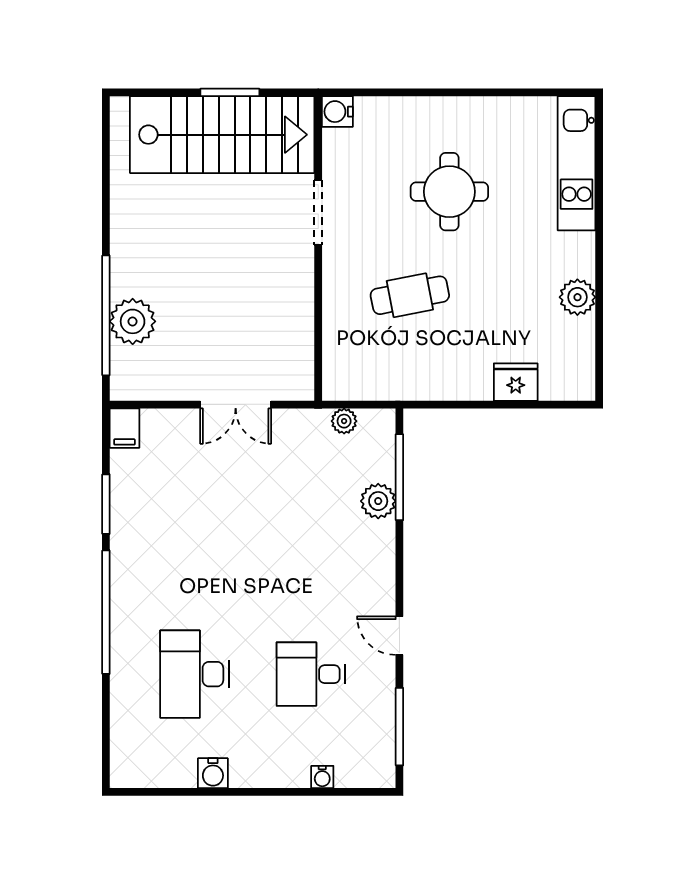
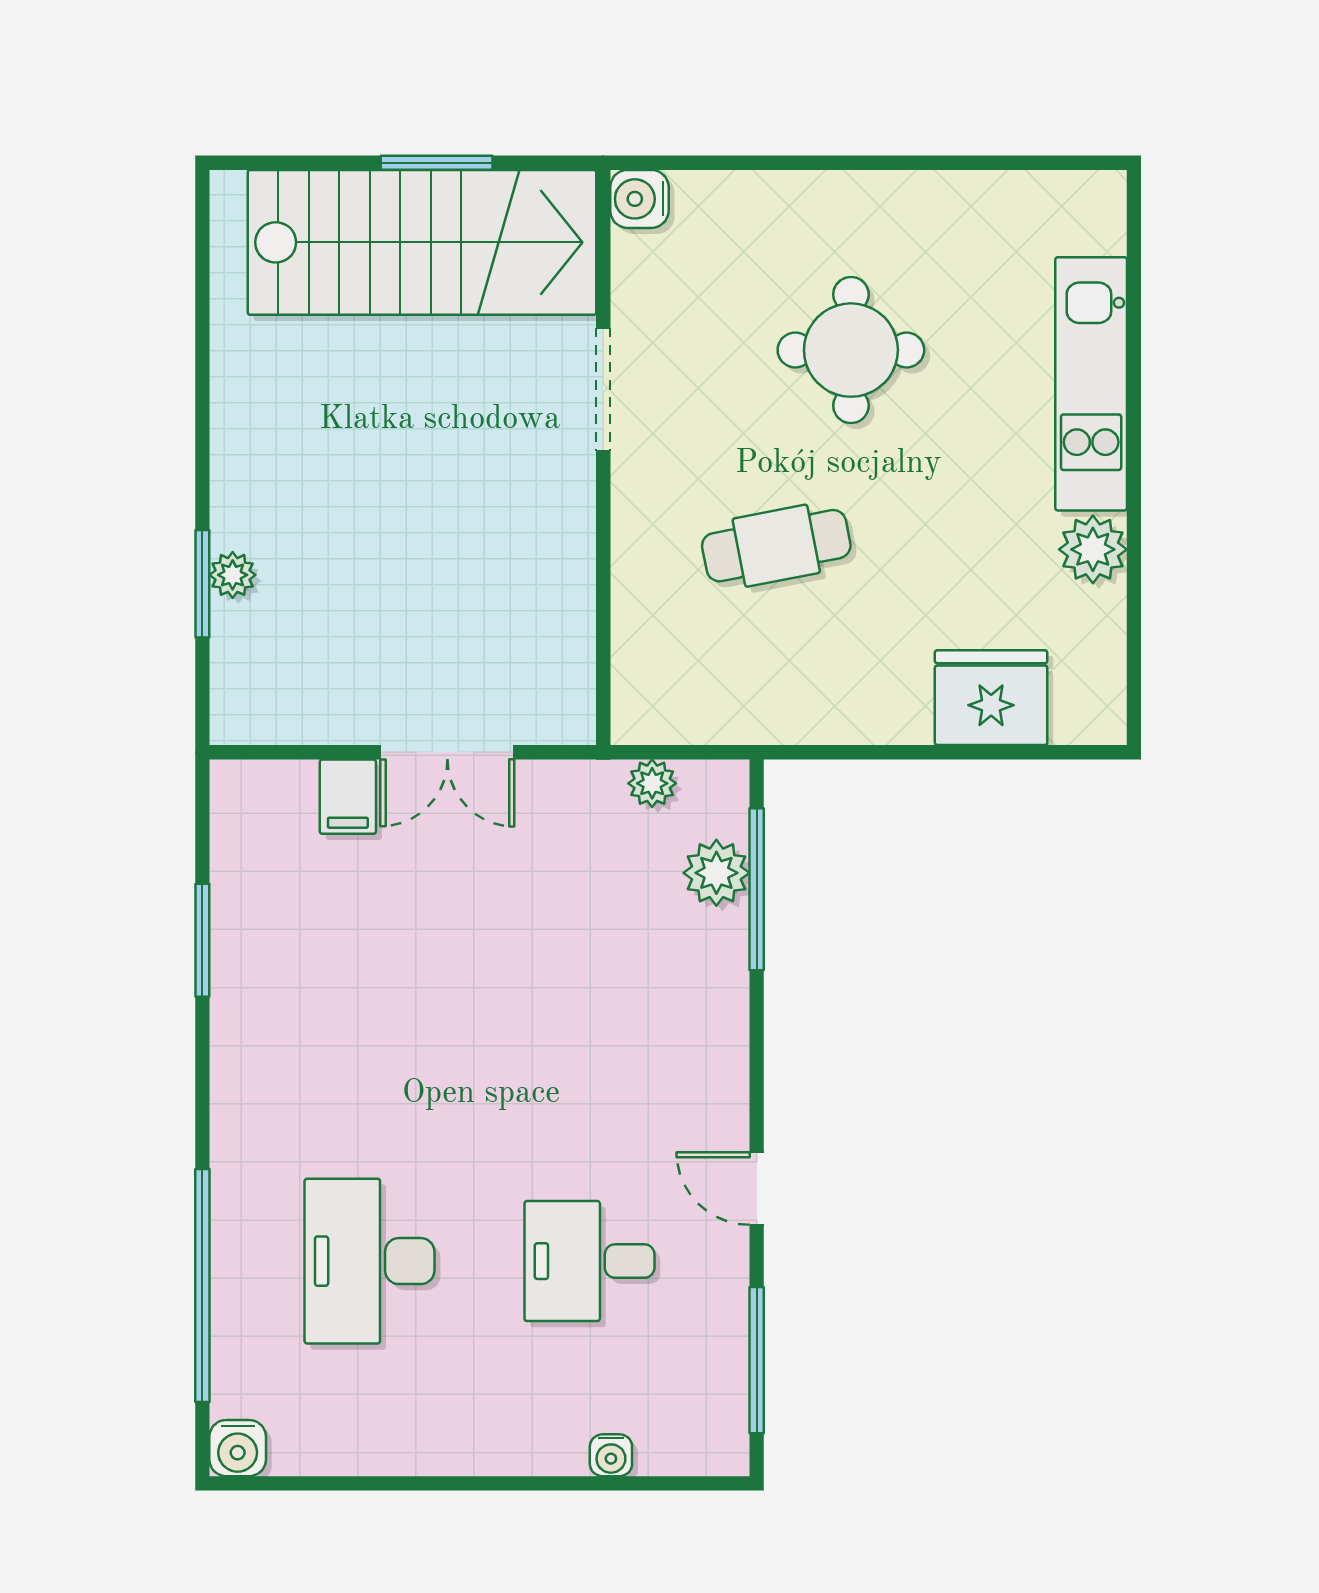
kitchen unit: (577, 163) -> (1091, 384), moved
window: (106, 315) -> (202, 584), width x0.47
plant: (133, 321) -> (233, 575), width x0.53, depth x0.53
fridge: (516, 382) -> (991, 698), width x1.36, depth x1.34
filing cabinet: (124, 428) -> (348, 797), moved
plant: (378, 501) -> (716, 873), moved
window: (106, 612) -> (202, 1285), moved
water cooler: (213, 773) -> (238, 1448), moved

